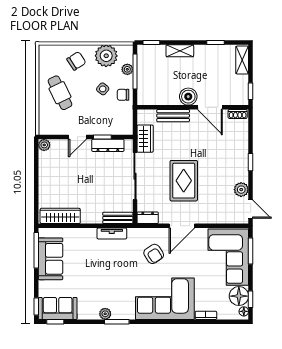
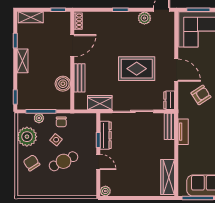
shelving: (180, 51) -> (23, 61), moved
cafe table: (60, 93) -> (64, 161), moved
boiler: (188, 97) -> (63, 84), moved

